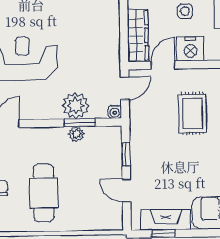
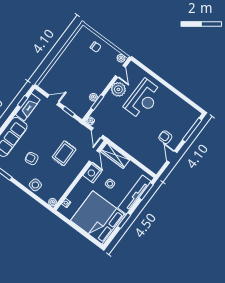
plant: (76, 106) -> (118, 89), moved
rug: (193, 113) -> (64, 153), turned 90
cafe table: (44, 193) -> (79, 64), removed

